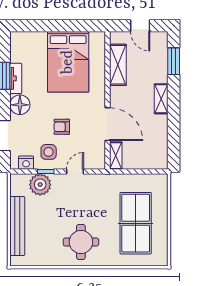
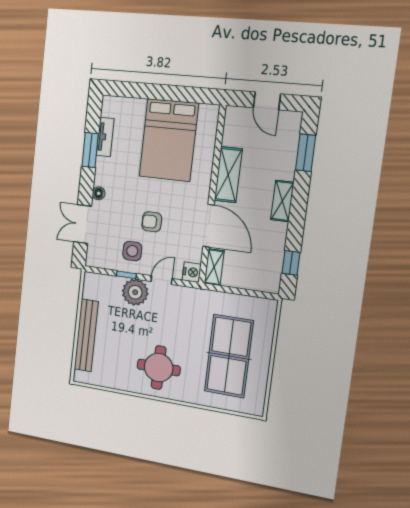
shelving: (118, 65) -> (228, 175), moved
tv unit: (16, 78) -> (105, 137), moved
floor lamp: (20, 105) -> (99, 193), width x0.53, depth x0.53
window: (174, 144) -> (291, 263), added
nightstand: (26, 163) -> (192, 272), moved, turned -90
plant: (40, 185) -> (135, 292), moved

